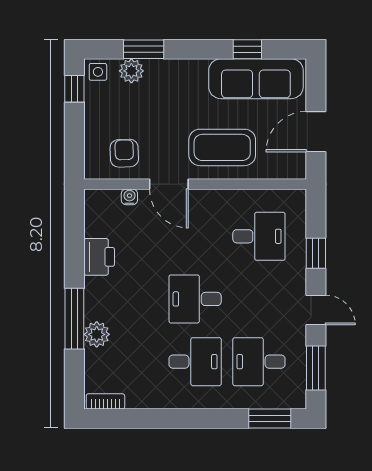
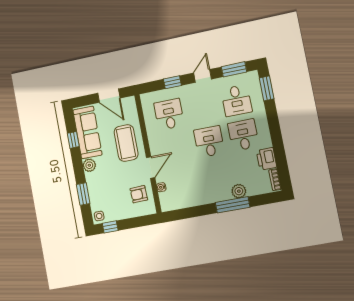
plant: (131, 71) -> (89, 165), moved
printer: (99, 257) -> (266, 159), moved, turned -90
desk: (195, 299) -> (209, 142), turned 180

